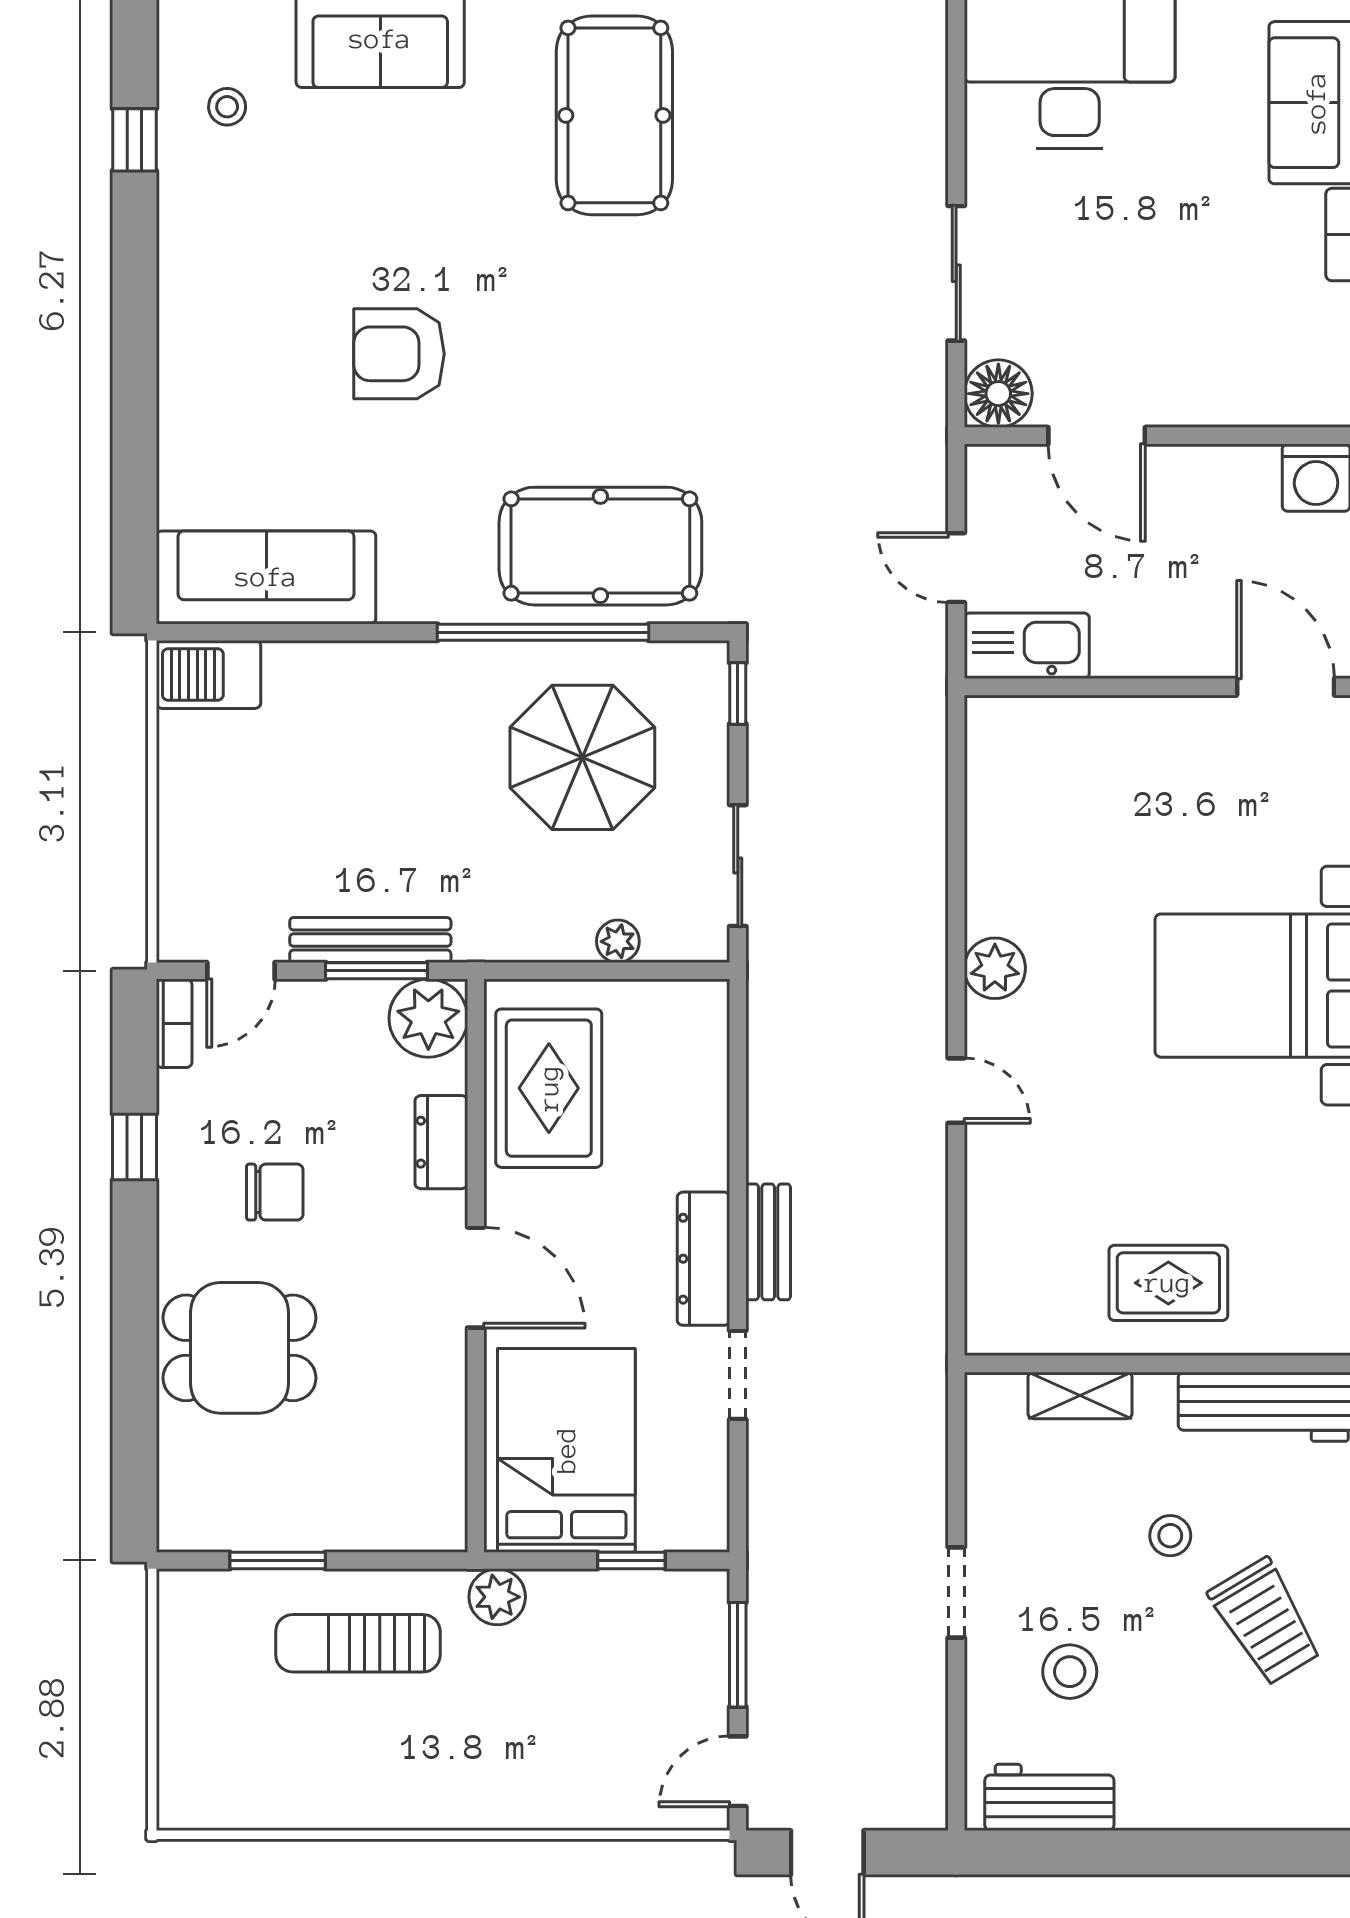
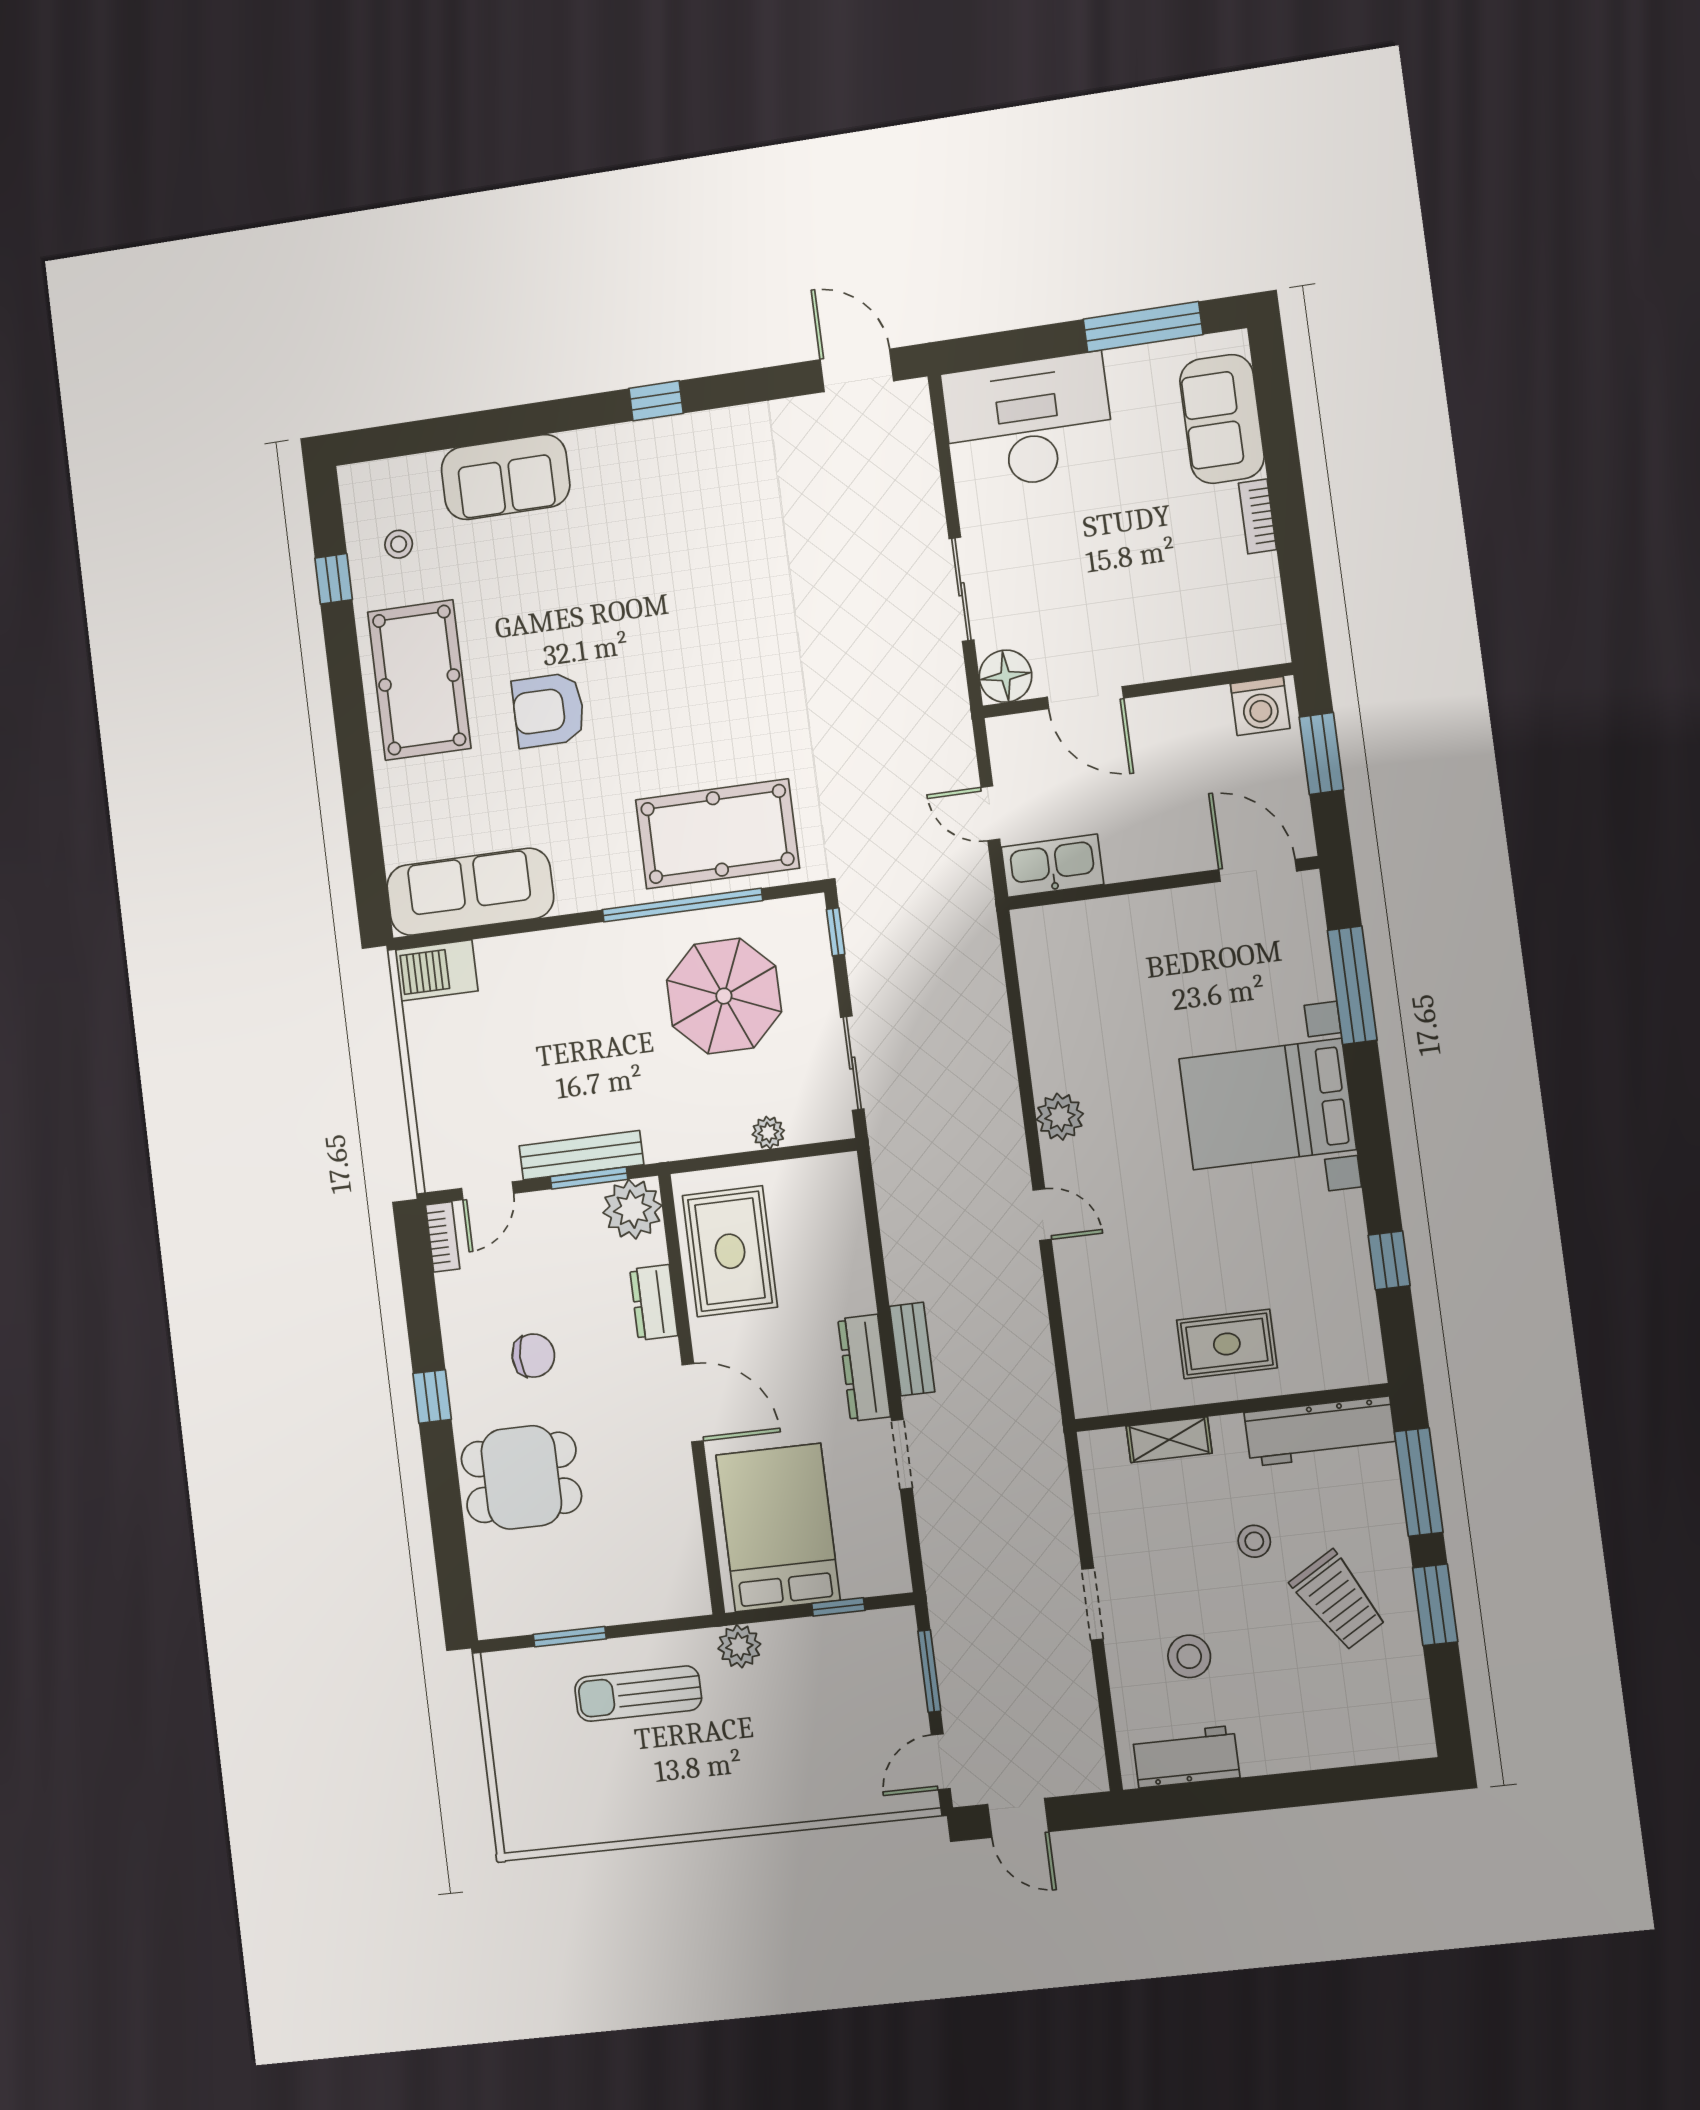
pool table: (614, 115) -> (419, 680), moved
window: (134, 1147) -> (432, 1396), moved

